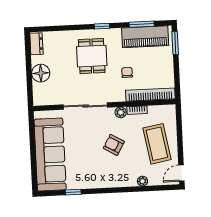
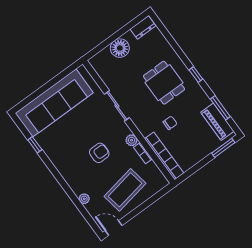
piano: (145, 37) -> (217, 122), width x0.73, depth x0.75
dining table: (92, 56) -> (164, 83), turned 90
sliding door: (85, 106) -> (117, 106), width x0.73
armchair: (114, 145) -> (99, 153), turned 60

